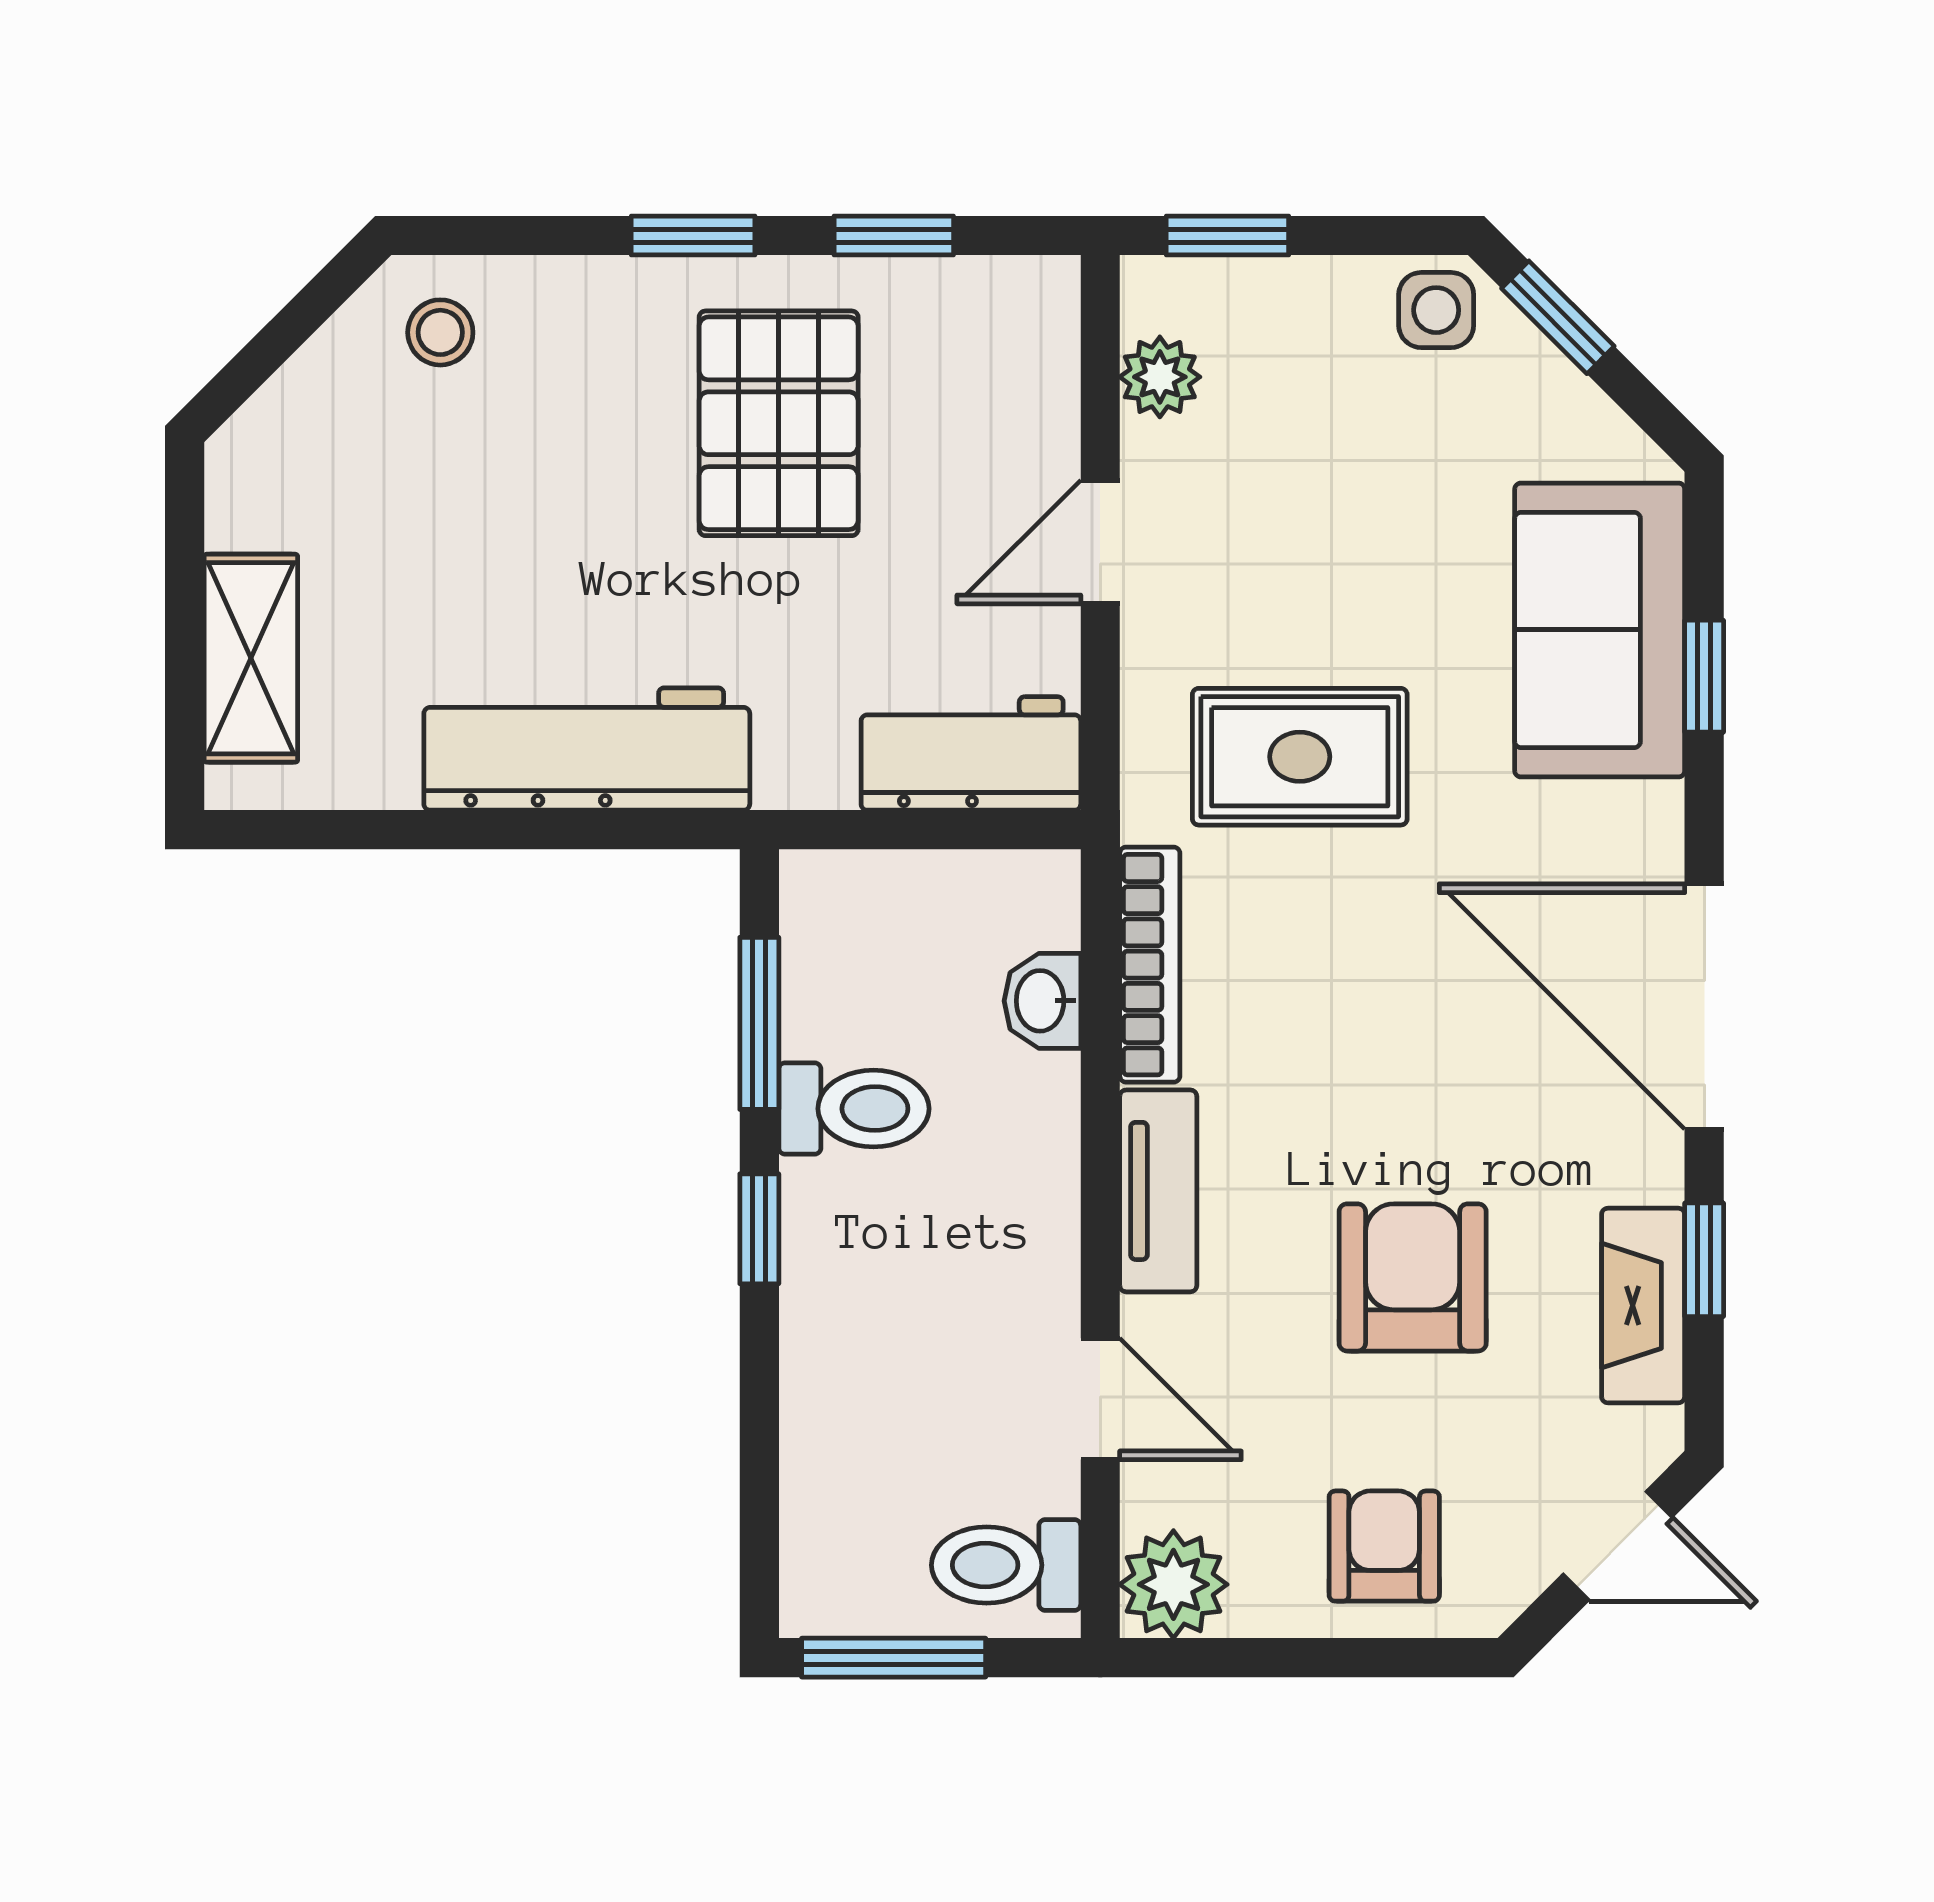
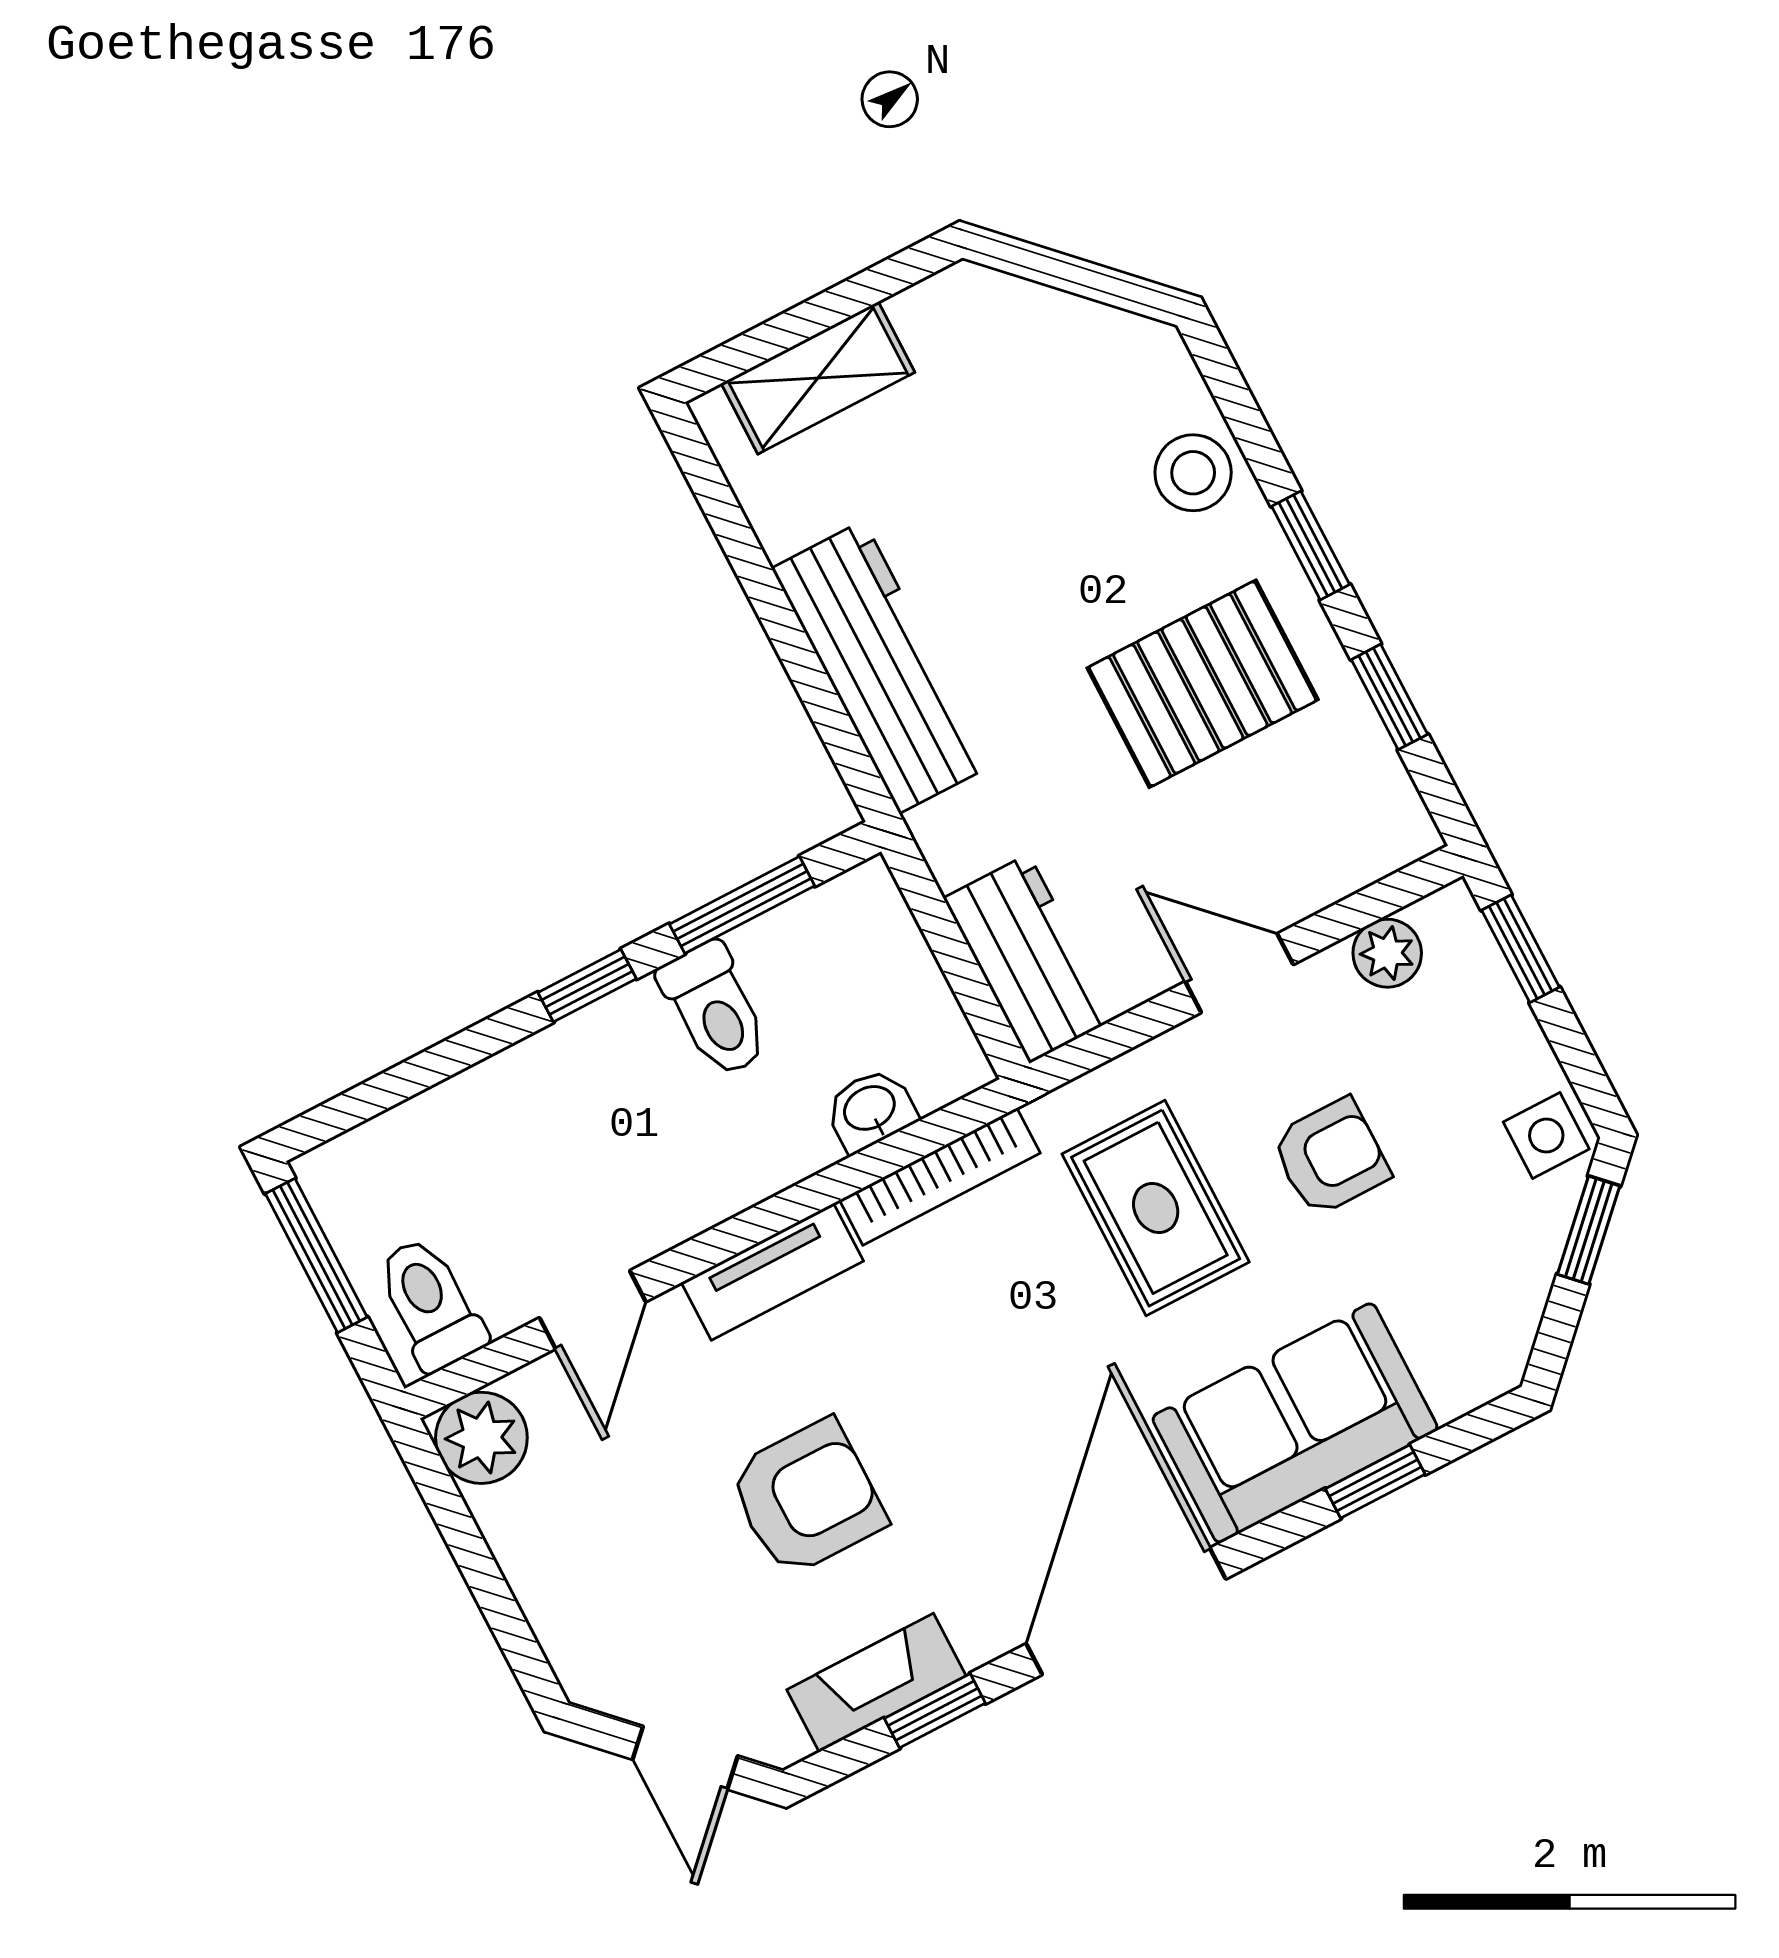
stool: (440, 332) -> (1193, 473), moved, width x1.37, depth x1.37
sofa: (1600, 630) -> (1295, 1423), moved
armchair: (1384, 1546) -> (1331, 1157), moved

